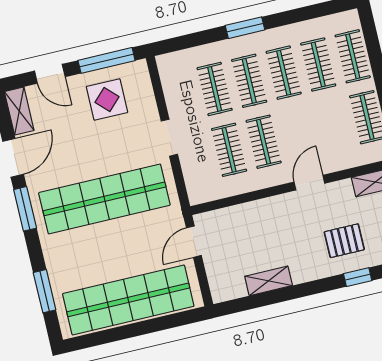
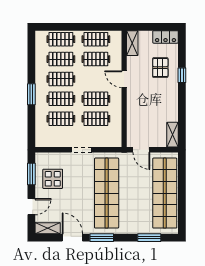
window: (107, 60) -> (31, 174), width x0.69
clothes rail: (333, 125) -> (96, 59), added
window: (358, 277) -> (182, 75), moved
shelving: (269, 281) -> (172, 135), moved

